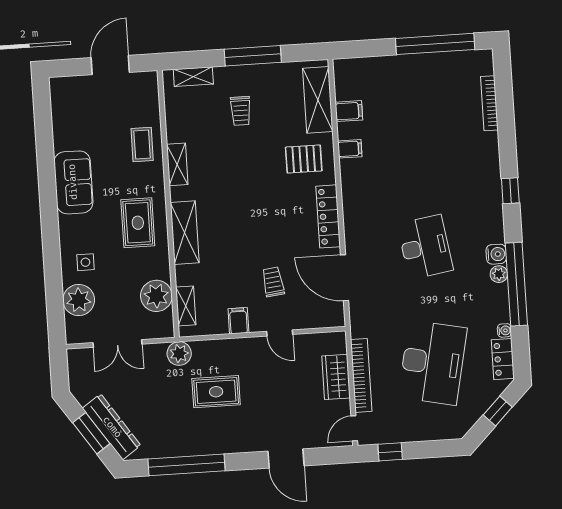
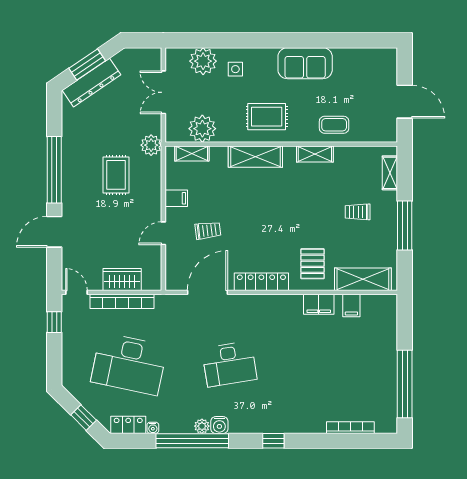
filing cabinet: (350, 149) -> (319, 304), width x2.00
window: (186, 465) -> (54, 170), moved

